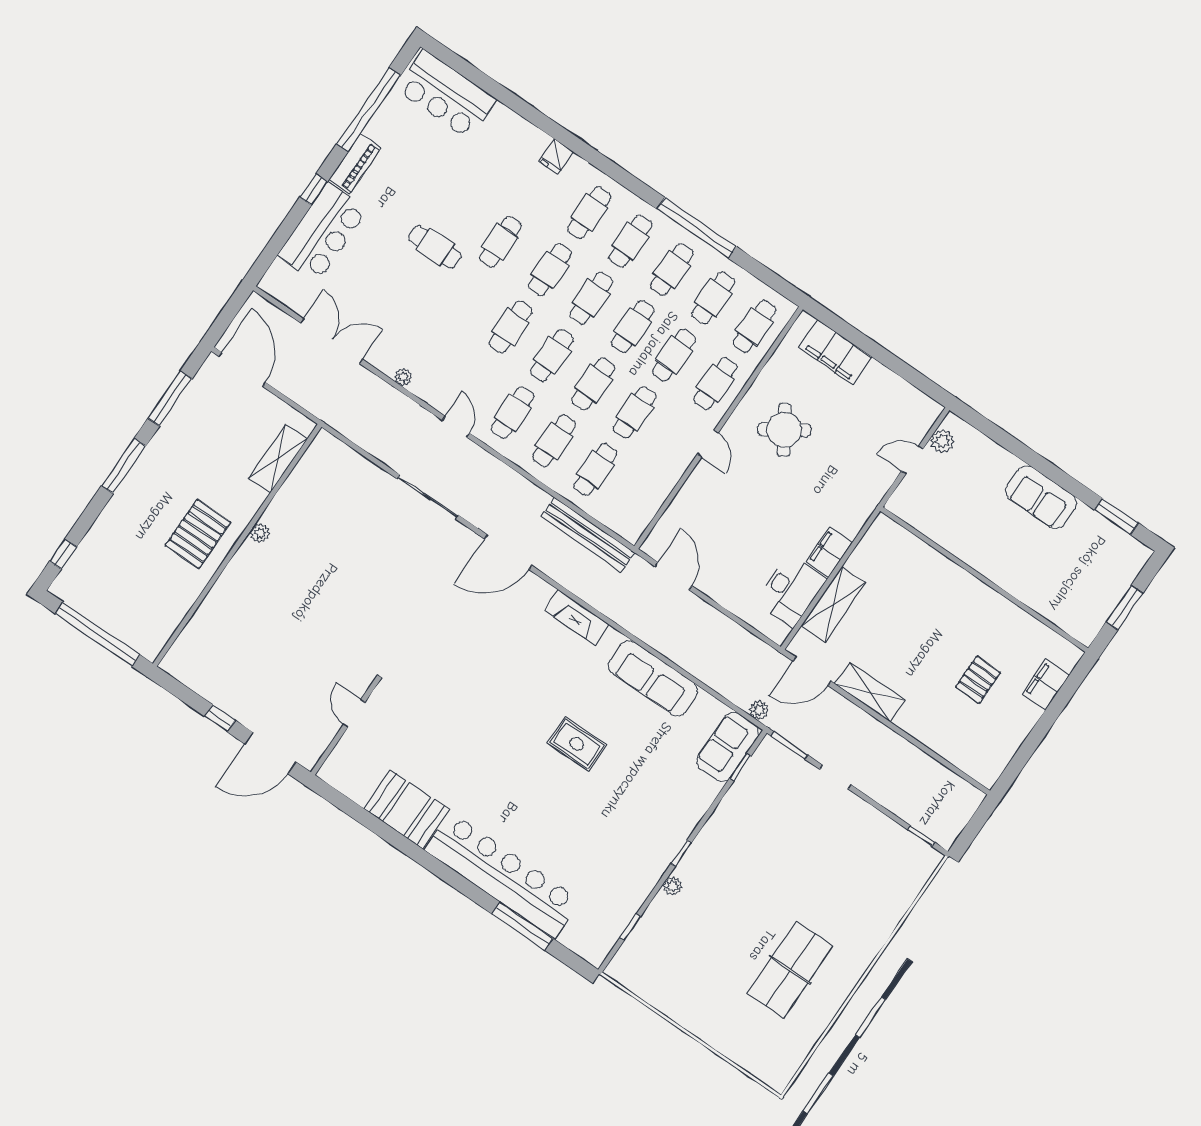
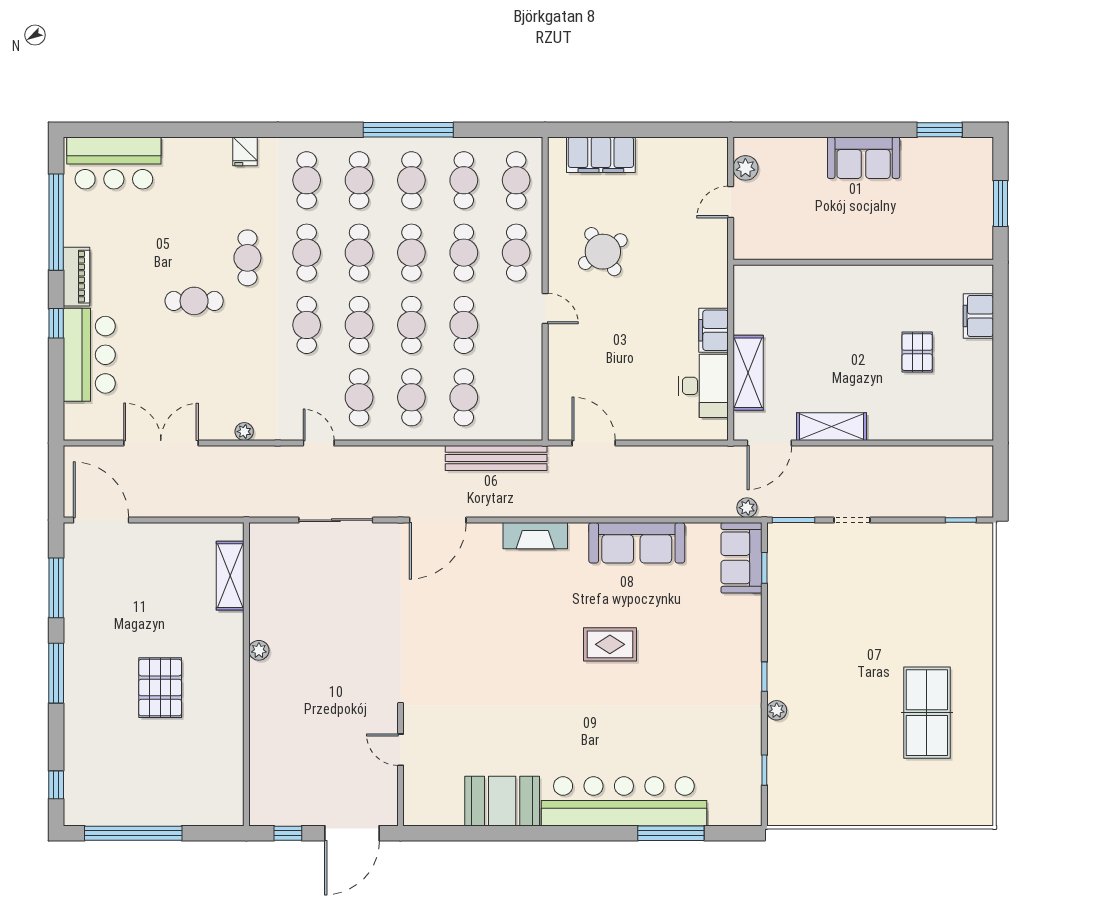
shelving: (278, 459) -> (230, 576), moved
plant: (260, 533) -> (259, 650), moved
wall: (237, 545) -> (246, 674), moved

